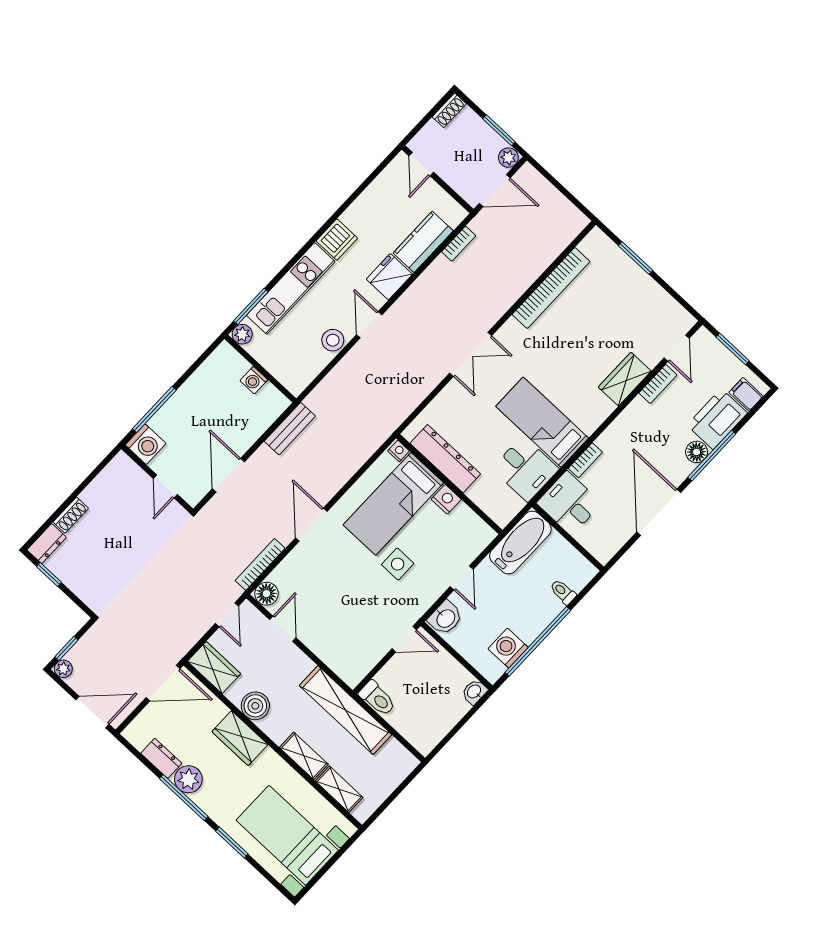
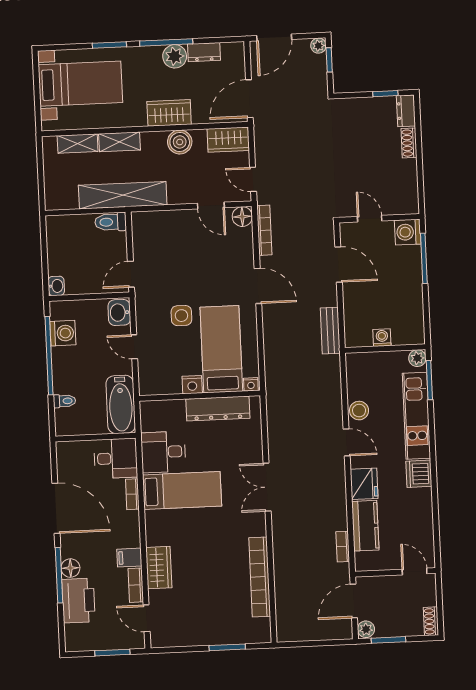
filing cabinet: (746, 394) -> (129, 558), moved, turned 180

